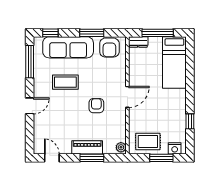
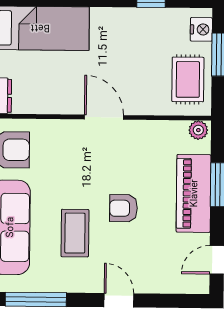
armchair: (96, 106) -> (123, 208), moved
piano: (87, 147) -> (194, 193), width x1.37, depth x1.33

